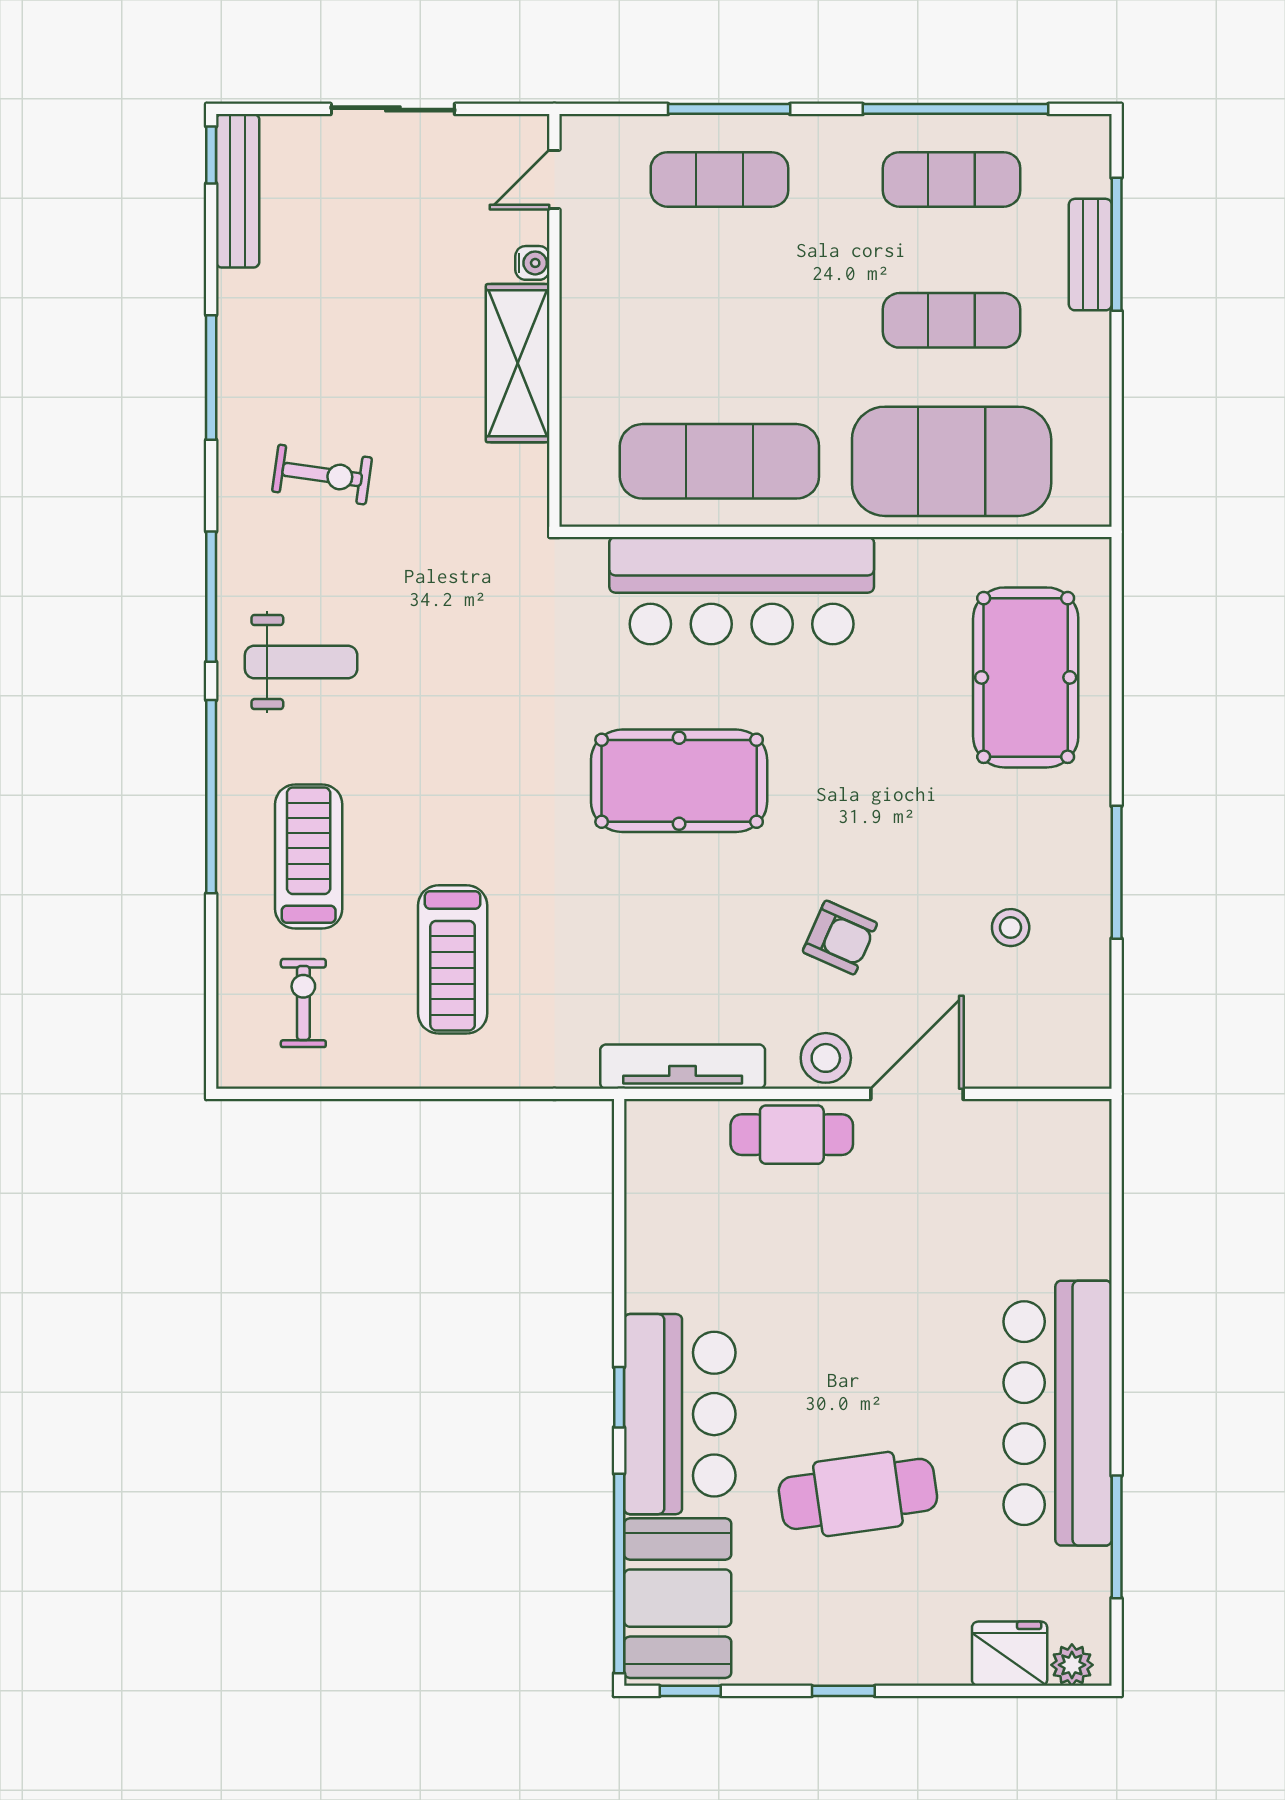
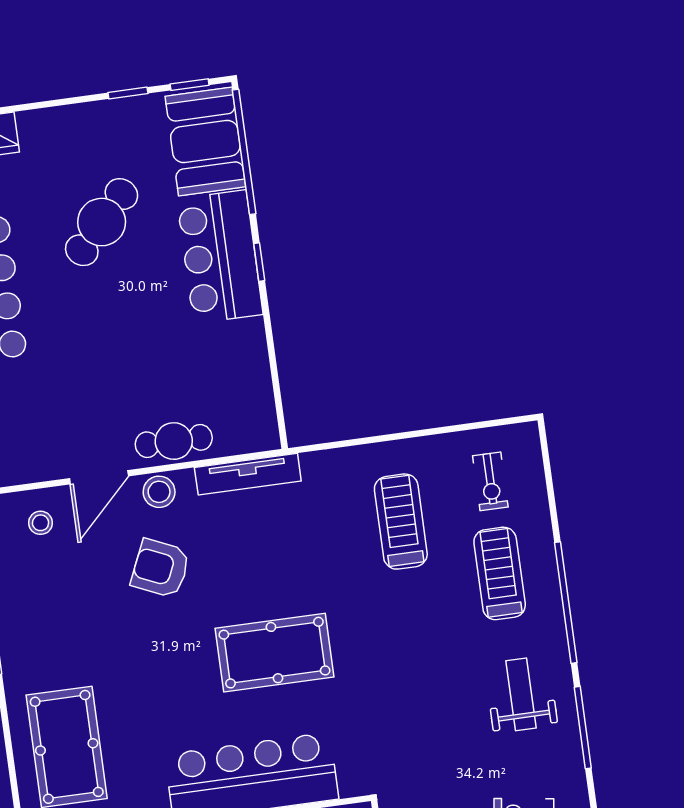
weight bench: (301, 662) -> (521, 694), turned 90
treadmill: (309, 857) -> (500, 573), turned 180
stool: (1011, 928) -> (41, 523), moved
armchair: (840, 938) -> (161, 568), width x1.38, depth x1.38
cafe table: (858, 1494) -> (102, 222), turned -39
window: (843, 1691) -> (128, 93), moved

